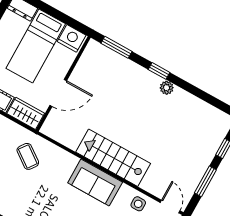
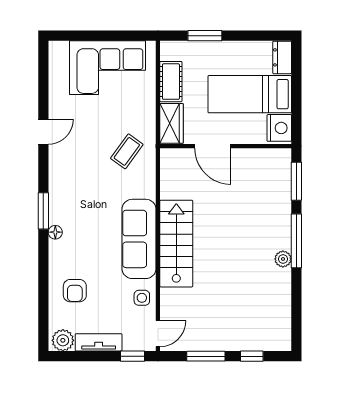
window: (159, 71) -> (296, 241), width x2.17
sofa: (95, 182) -> (139, 239), width x1.36

